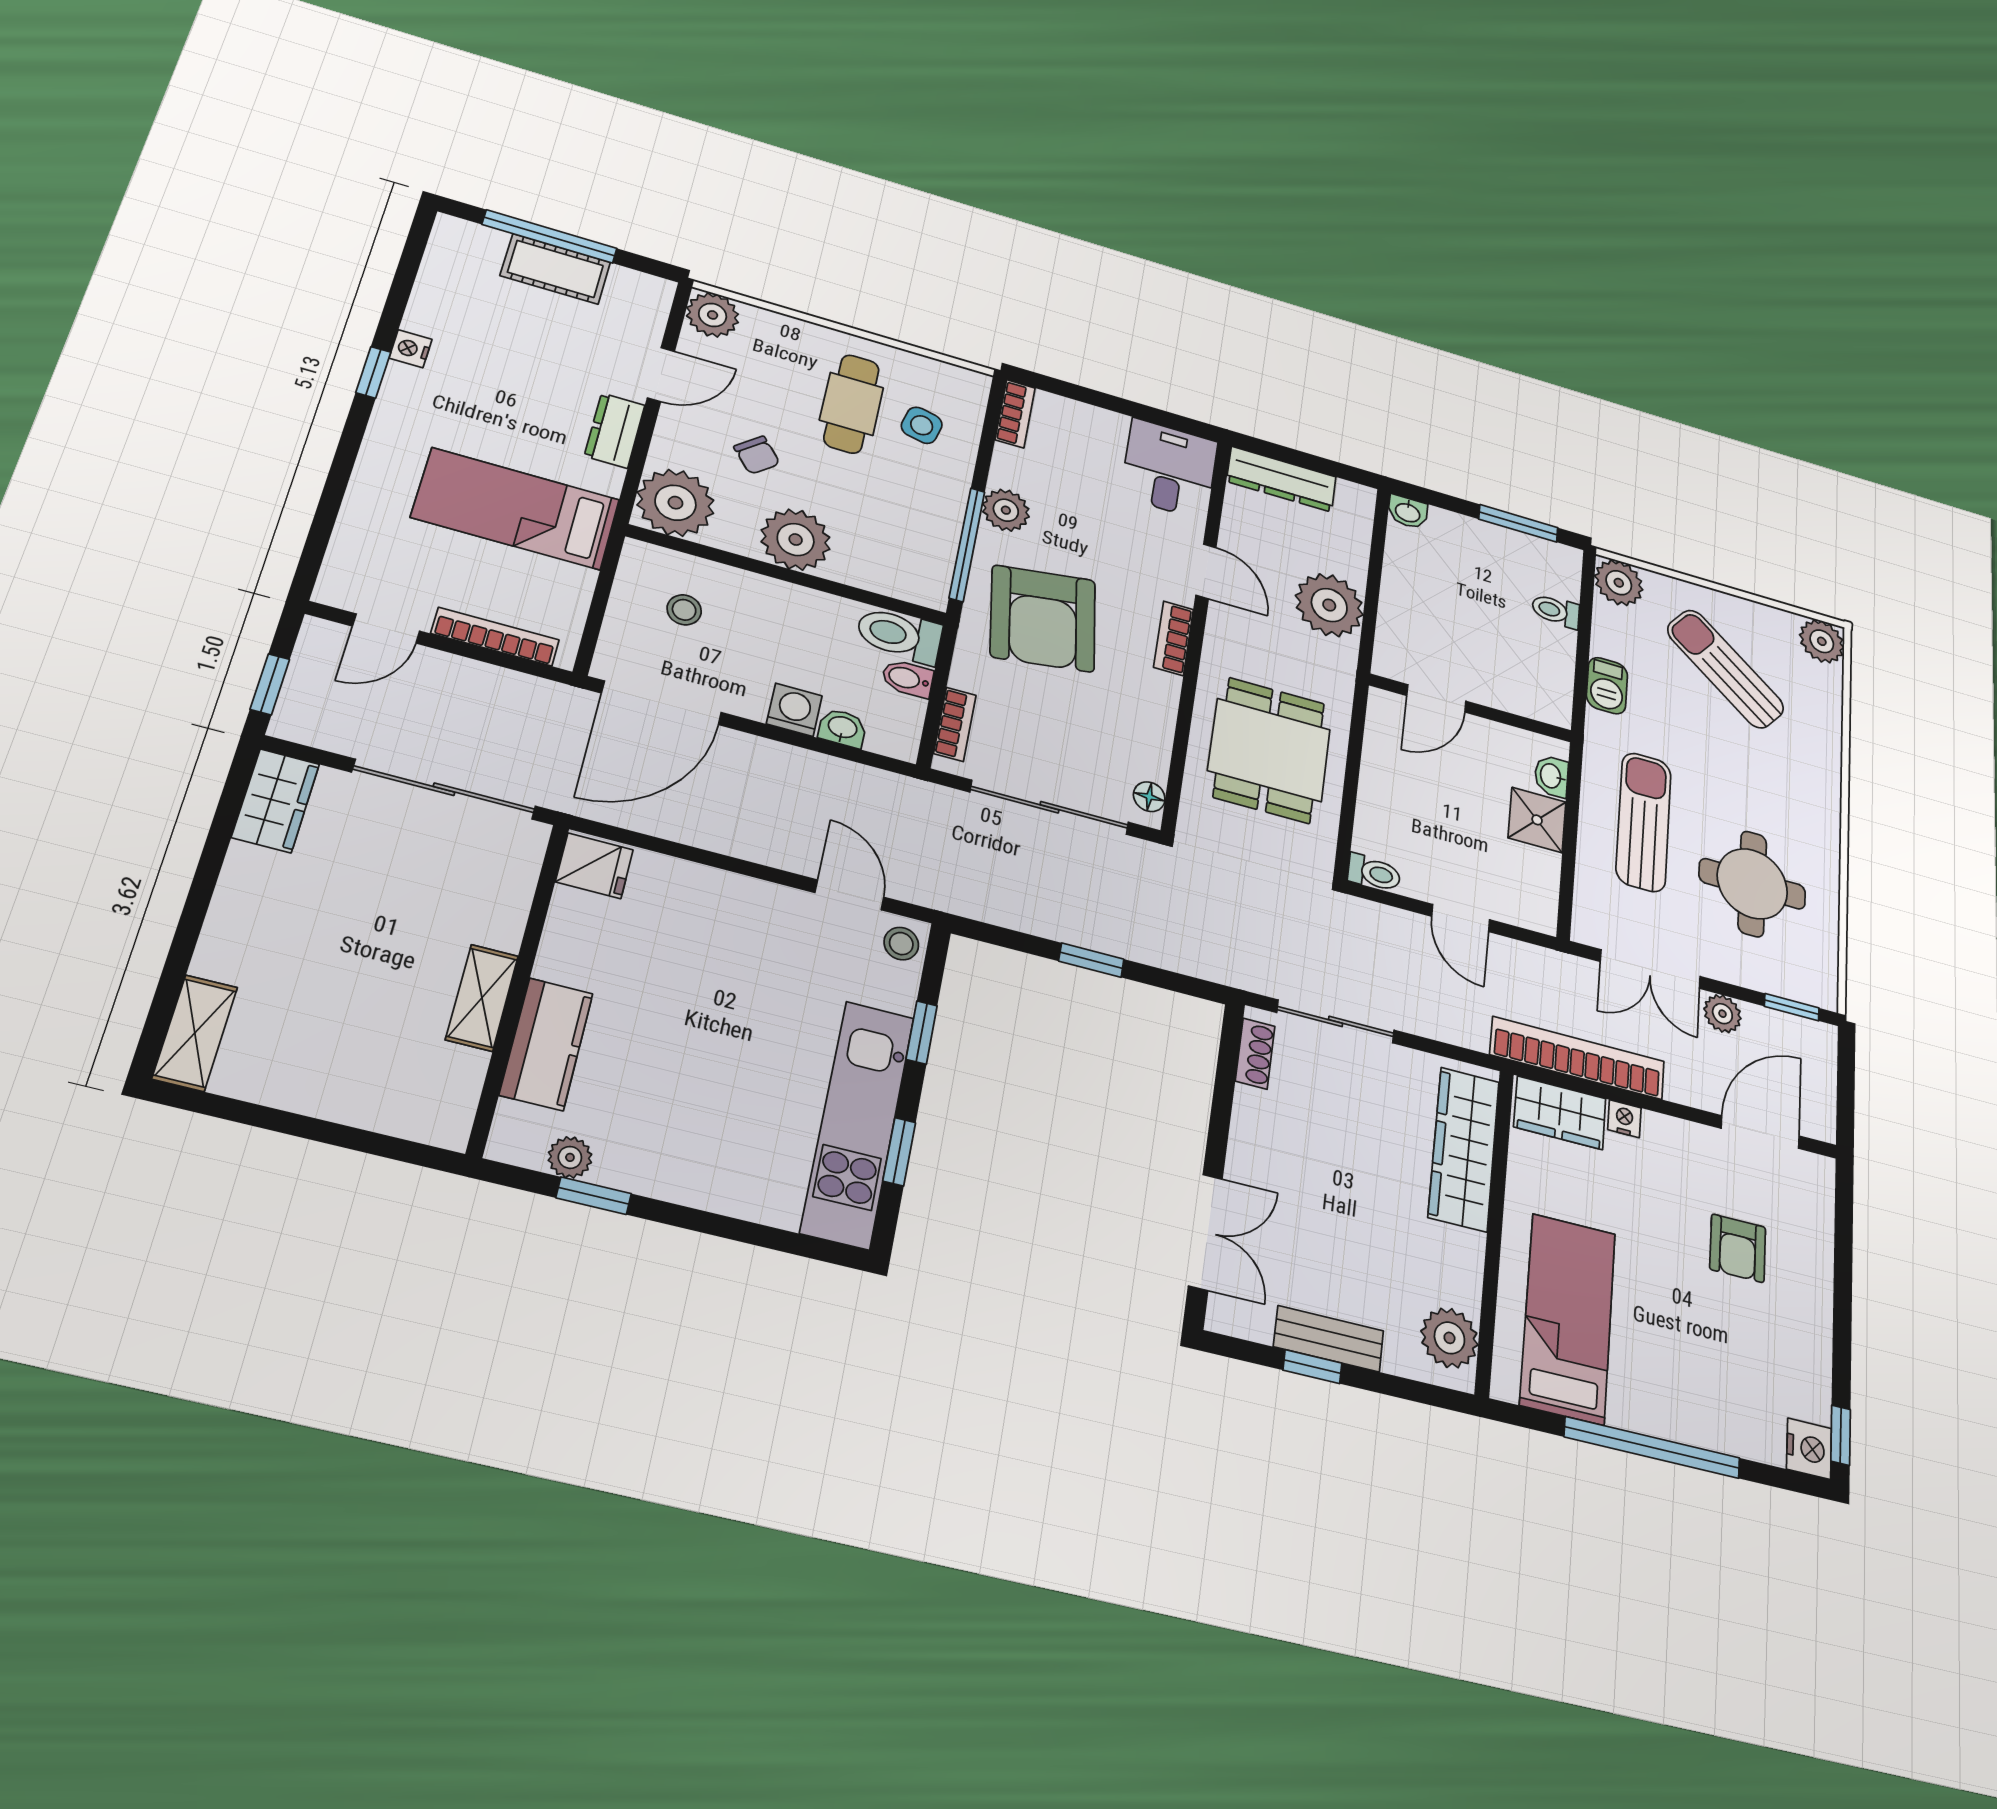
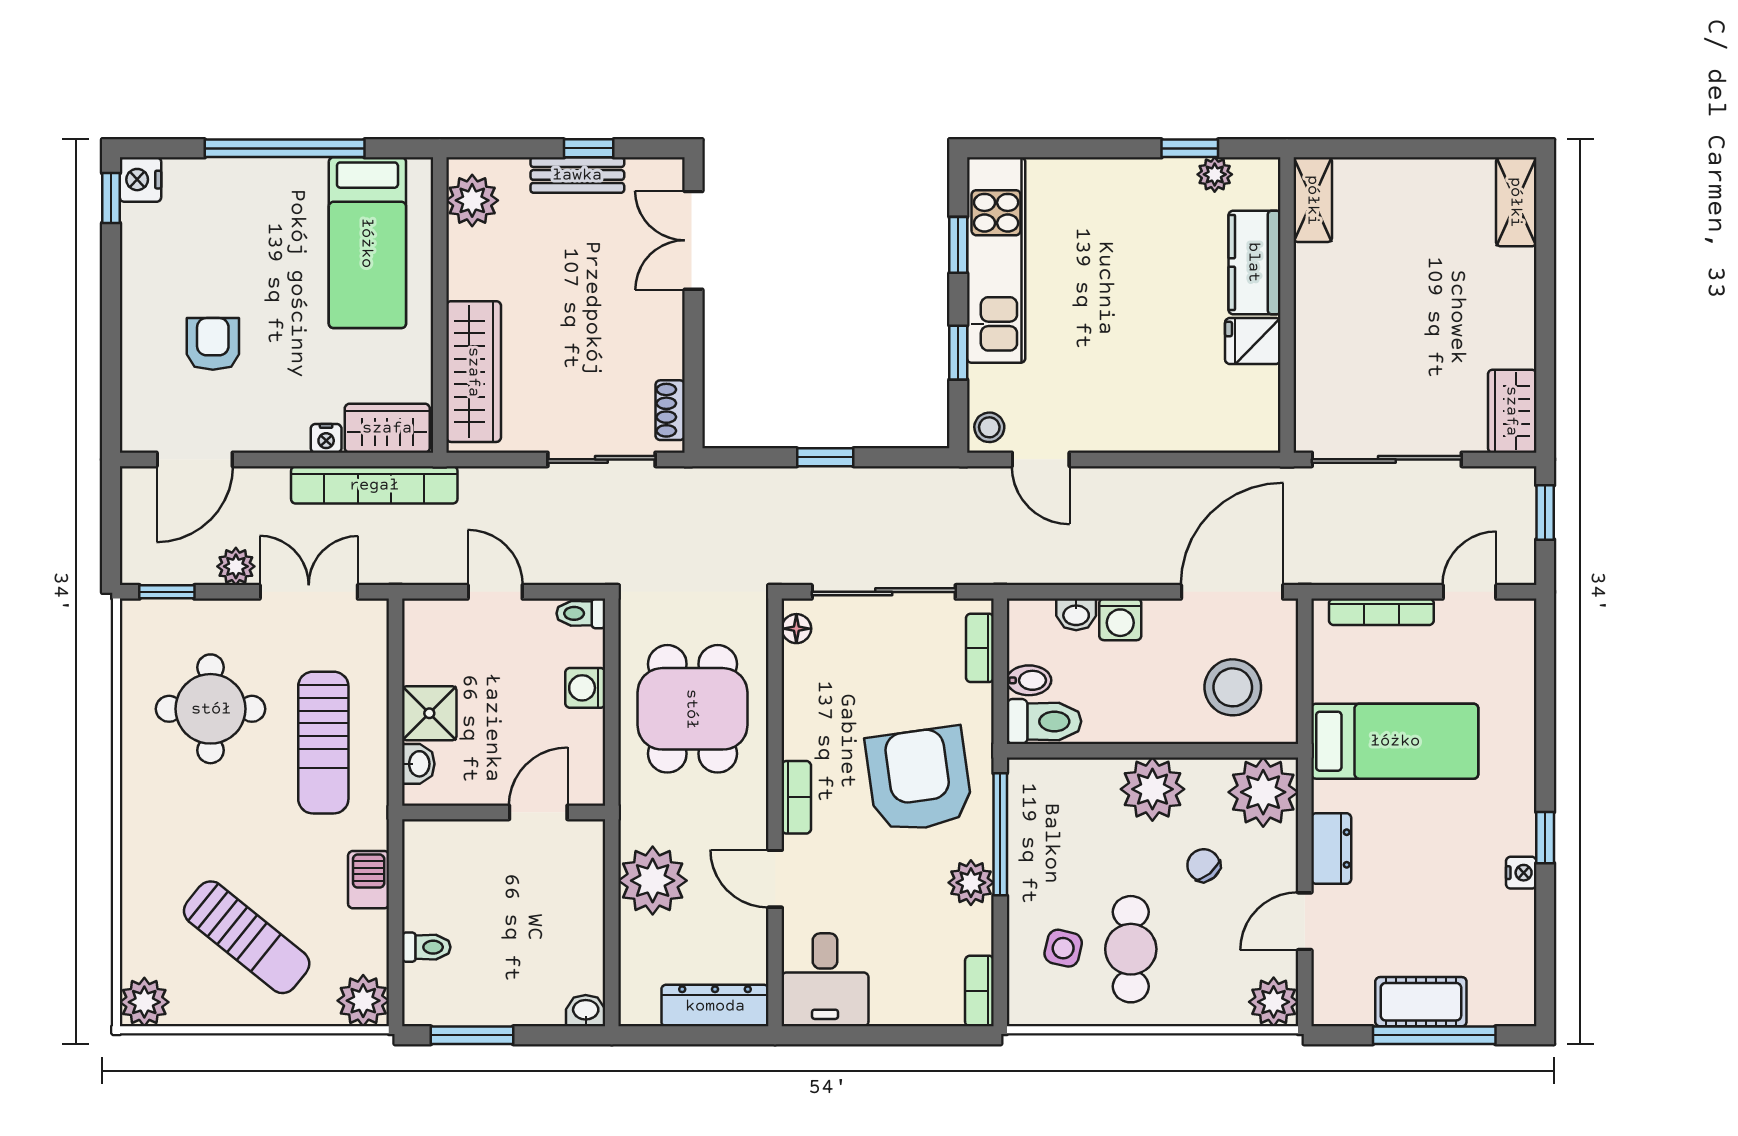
stool: (684, 610) -> (1233, 687), width x1.89, depth x1.89
washing machine: (1377, 800) -> (585, 688), added
fridge: (594, 866) -> (1253, 341), moved
shelving: (482, 998) -> (1313, 200), moved

